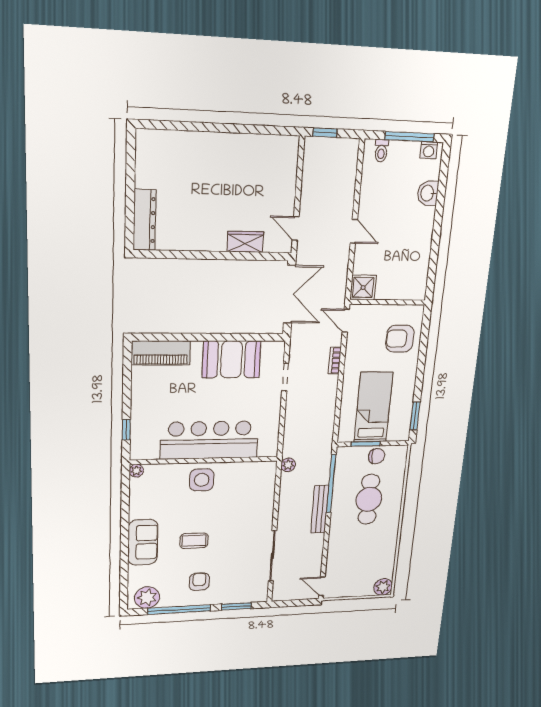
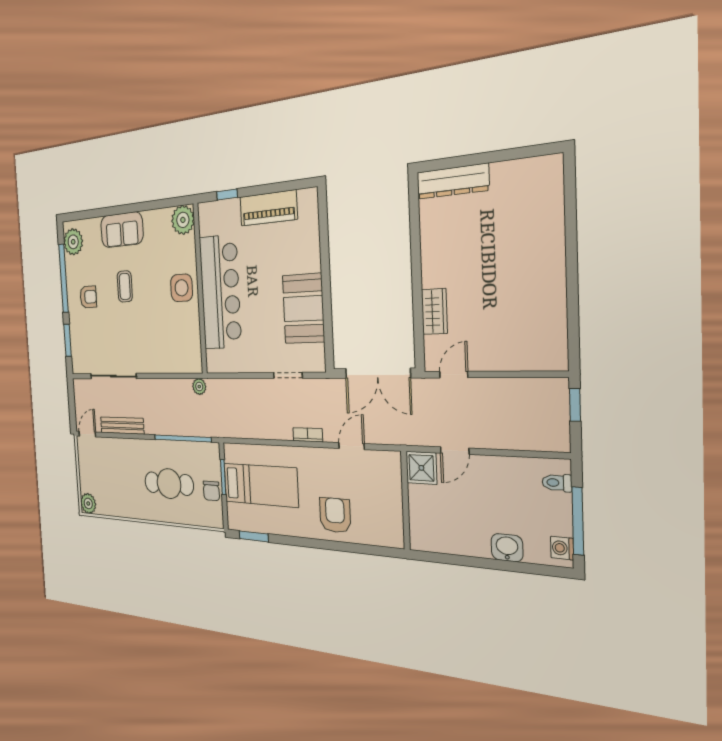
shower: (363, 287) -> (421, 468), moved
wall: (388, 302) -> (405, 501), moved
piano: (161, 353) -> (268, 208), moved, turned -90
plant: (136, 471) -> (183, 220), width x1.88, depth x1.88
bench: (320, 509) -> (122, 426), moved

